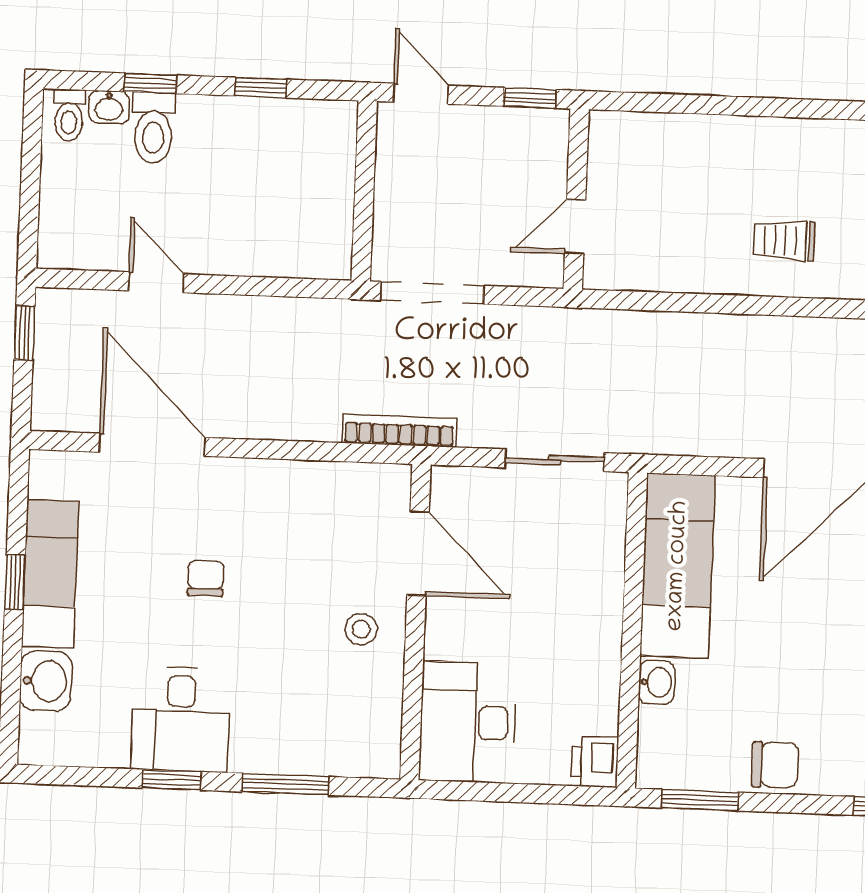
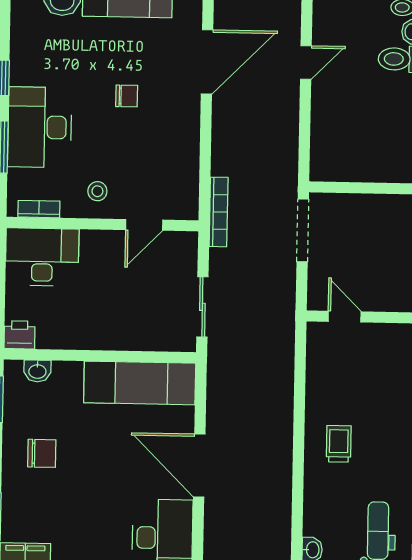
door: (418, 553) -> (144, 225), width x0.73
washbasin: (657, 682) -> (37, 371), moved
desk: (181, 719) -> (40, 127), moved, width x1.37
bookcase: (389, 726) -> (39, 209), added
chair: (775, 765) -> (42, 453), moved, turned -90

